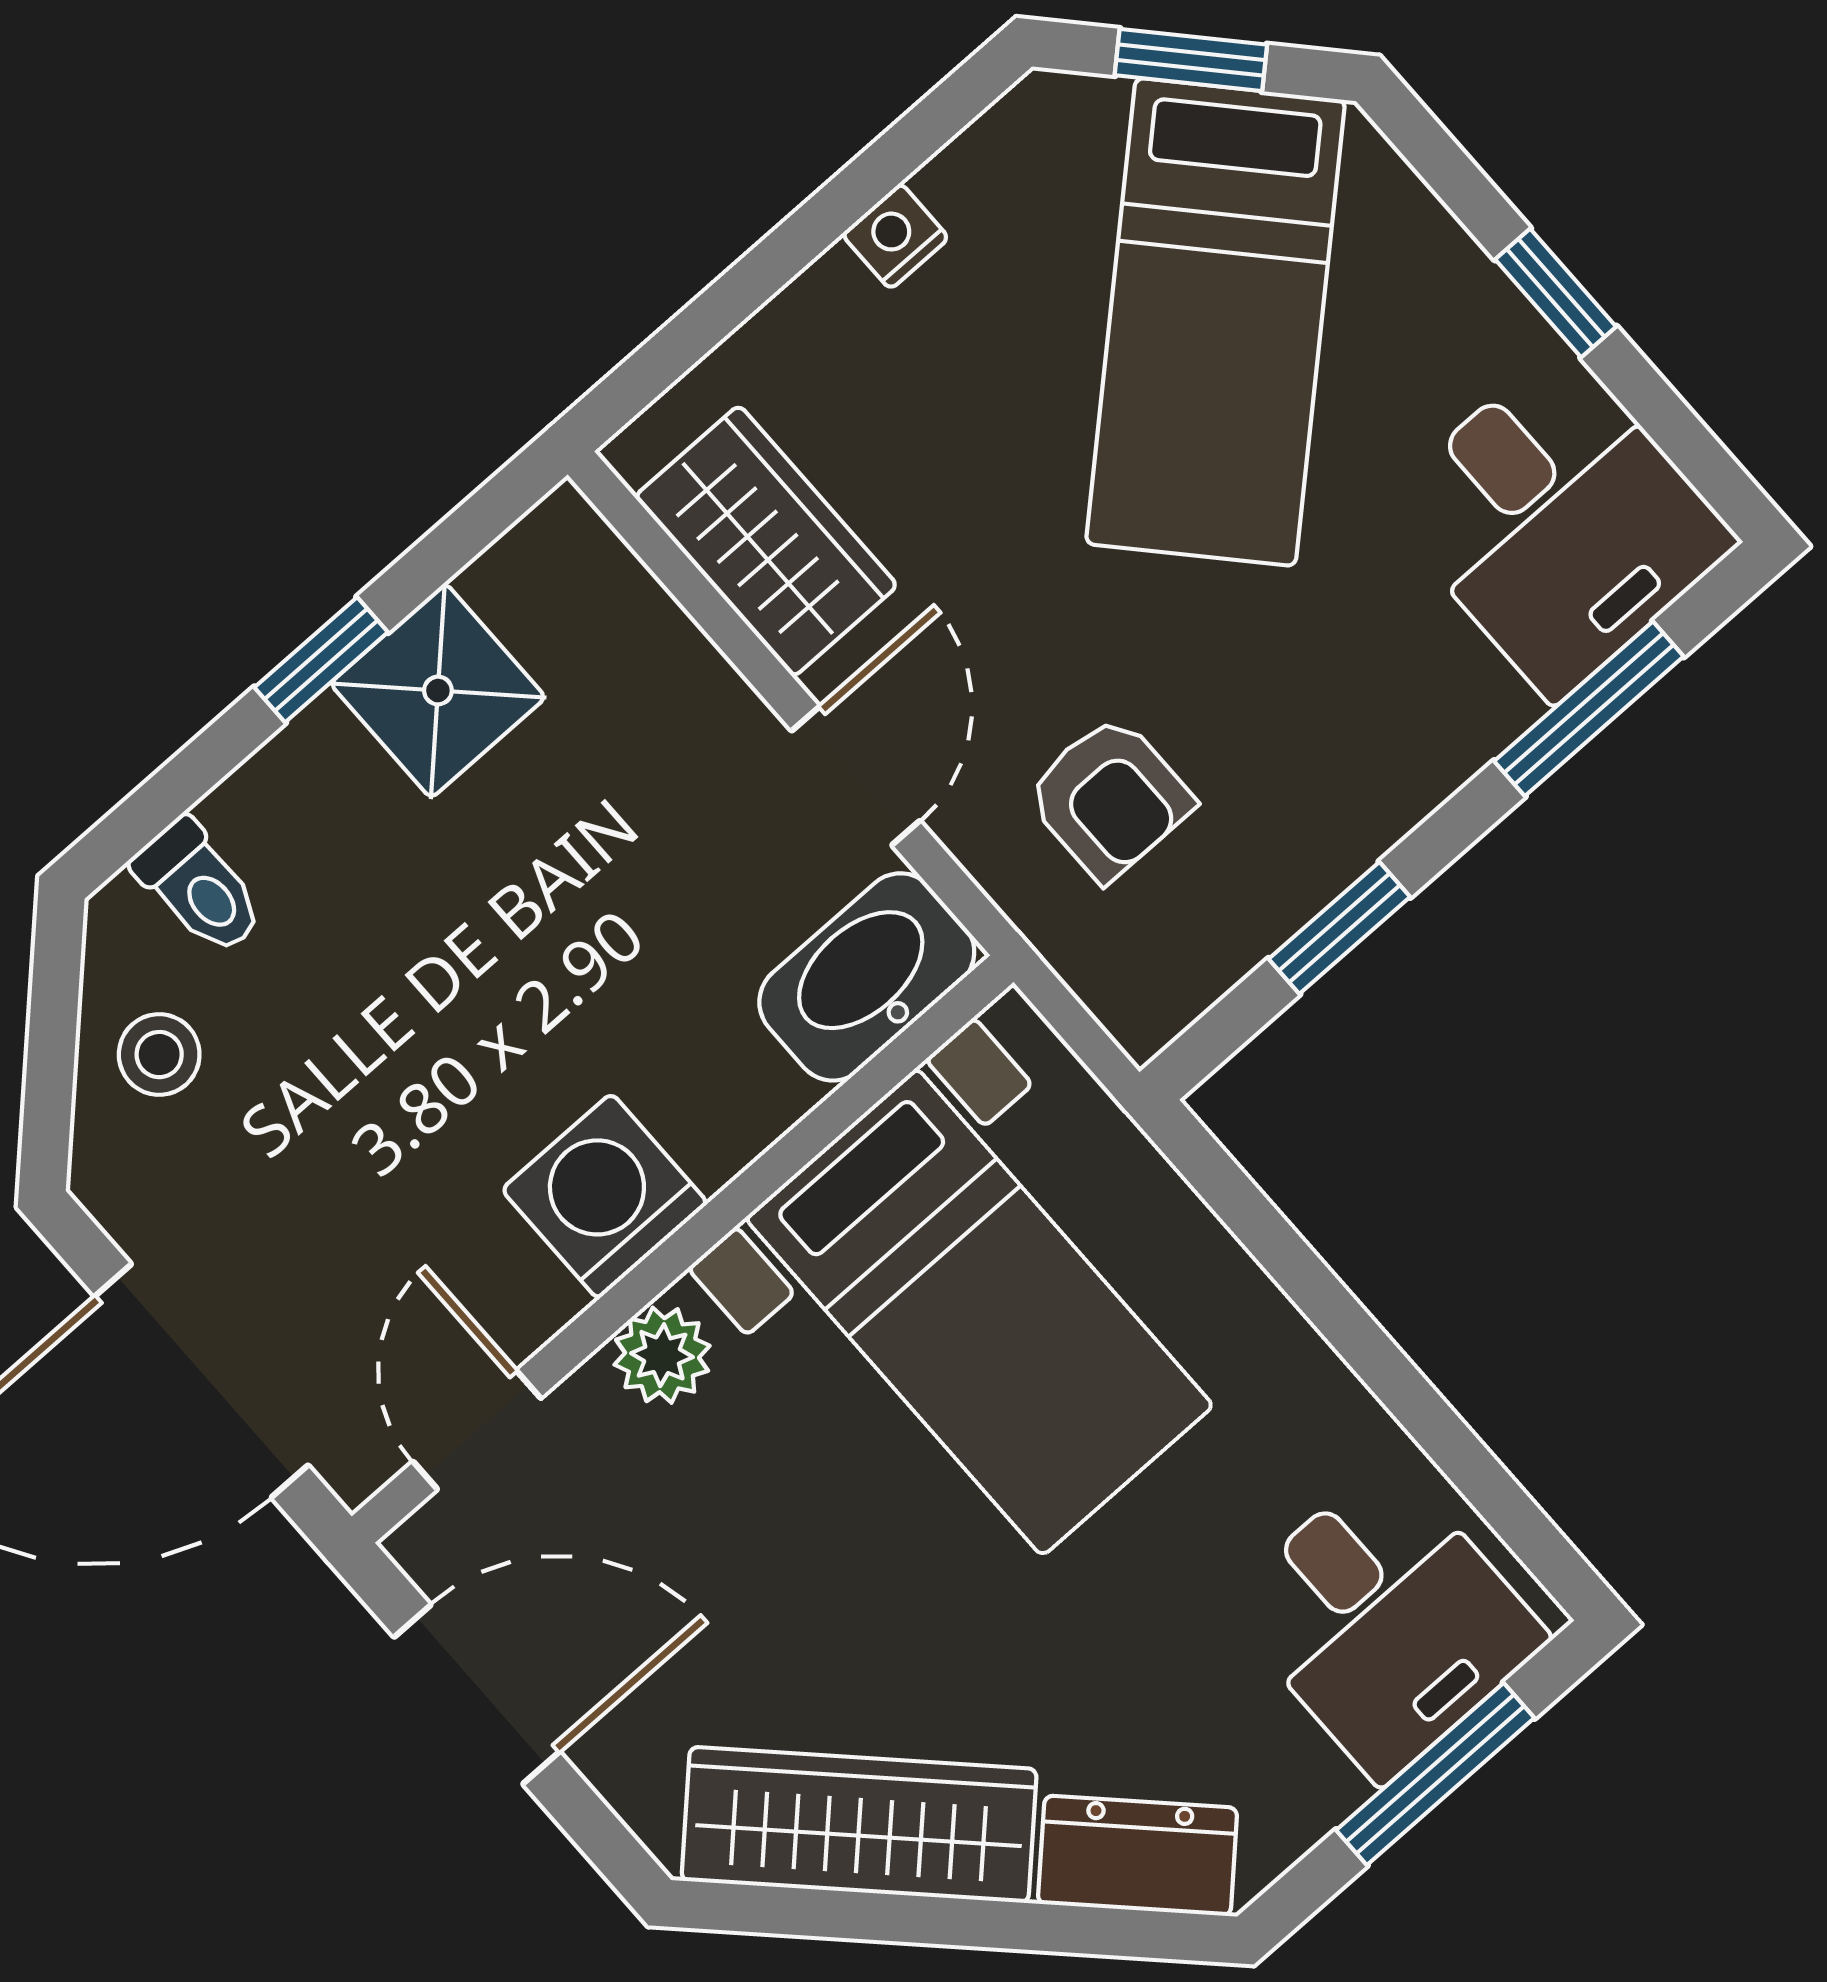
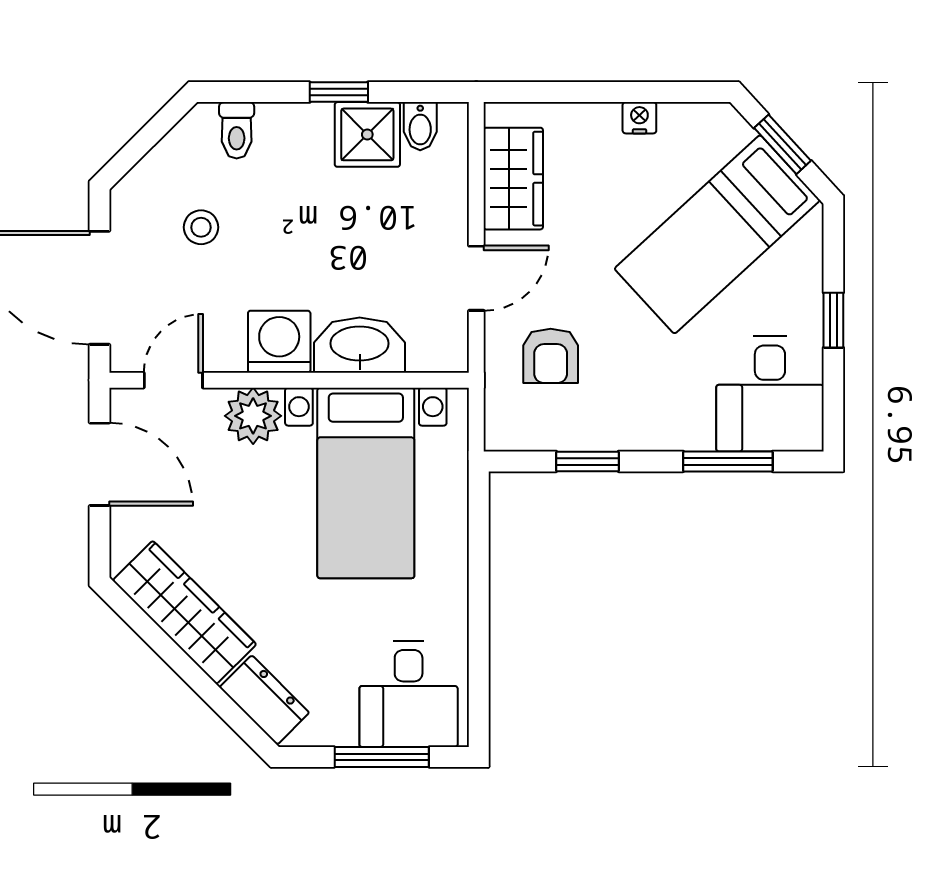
bidet: (519, 593) -> (420, 126), added
washbasin: (867, 977) -> (360, 345), moved
stool: (159, 1055) -> (201, 227), moved
plant: (662, 1355) -> (253, 416), width x1.38, depth x1.38

